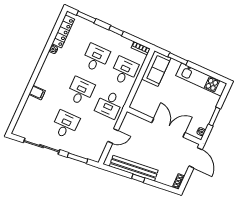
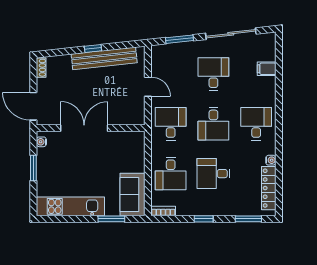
desk: (96, 58) -> (213, 174), turned 90
desk: (52, 78) -> (256, 124), added
filing cabinet: (37, 93) -> (267, 69), moved
desk: (65, 125) -> (213, 74), turned 180
double door: (168, 128) -> (84, 128), swing flipped
door: (113, 136) -> (148, 87), swing flipped

